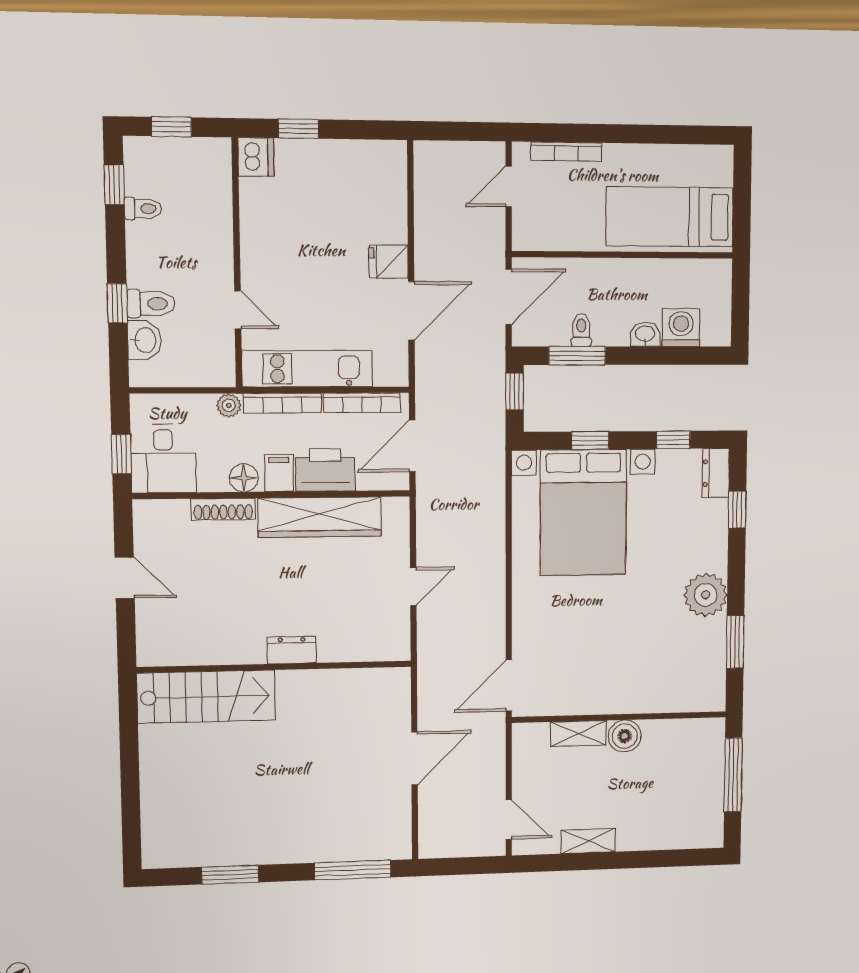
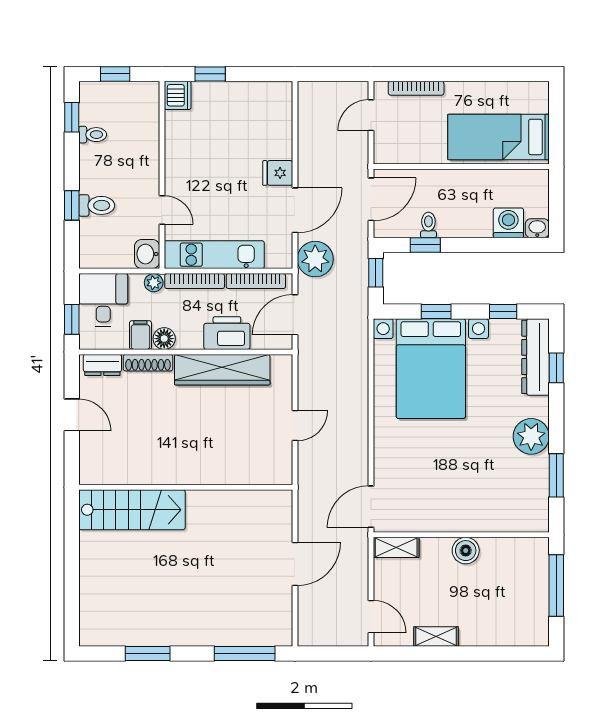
washbasin: (645, 334) -> (537, 228), moved
washbasin: (145, 340) -> (147, 254), moved, turned 180
window: (577, 356) -> (425, 245), width x0.67
plant: (438, 374) -> (315, 259), added
desk: (163, 459) -> (103, 300), moved, turned 180
filing cabinet: (279, 473) -> (140, 335), moved
dresser: (716, 473) -> (535, 357), width x1.96, depth x1.24
dresser: (292, 650) -> (102, 365), moved, turned 180
shelving: (578, 734) -> (396, 547), moved

